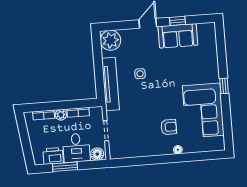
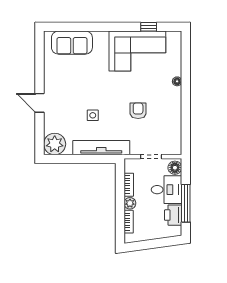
window: (178, 21) -> (40, 71), removed
sofa: (178, 36) -> (72, 43), moved, turned 90
window: (224, 86) -> (149, 27), moved
armchair: (169, 127) -> (138, 111), moved
window: (65, 167) -> (186, 203), width x1.44

